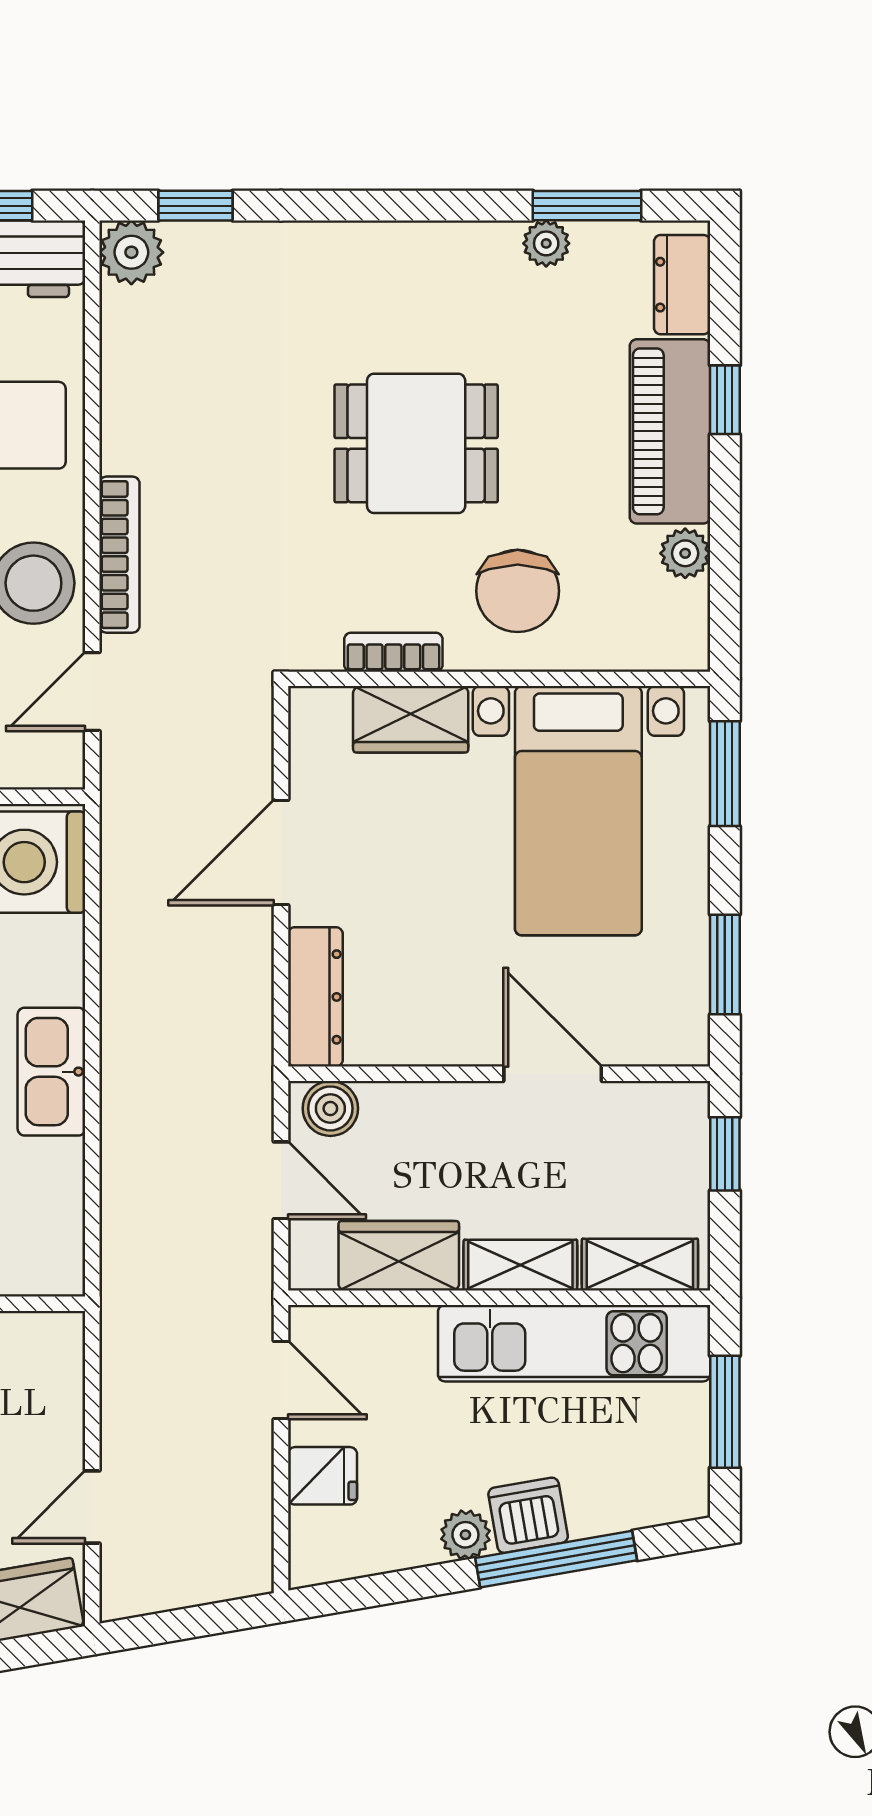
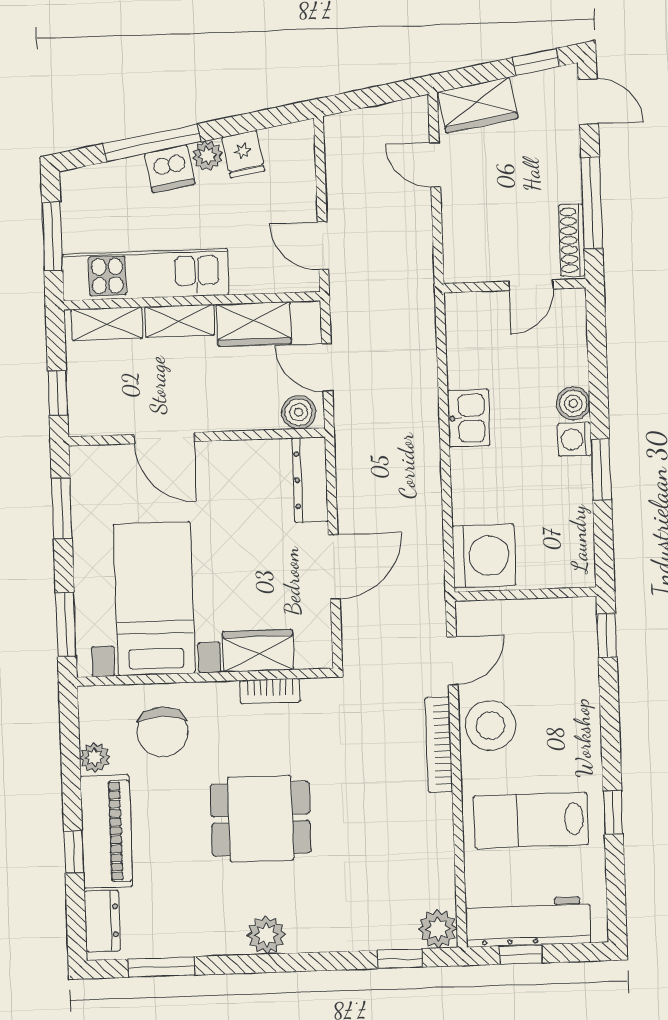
plant: (546, 243) -> (266, 935), moved, width x1.38, depth x1.38
chair: (518, 591) -> (162, 732), moved, turned 180
kitchen sink: (51, 1072) -> (469, 418), width x0.73
fridge: (322, 1476) -> (243, 154), moved, turned -100
door: (92, 1507) -> (435, 165), swing flipped

